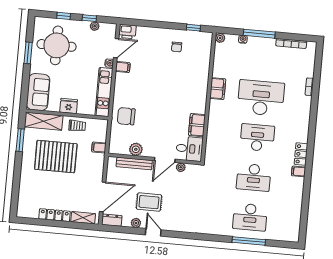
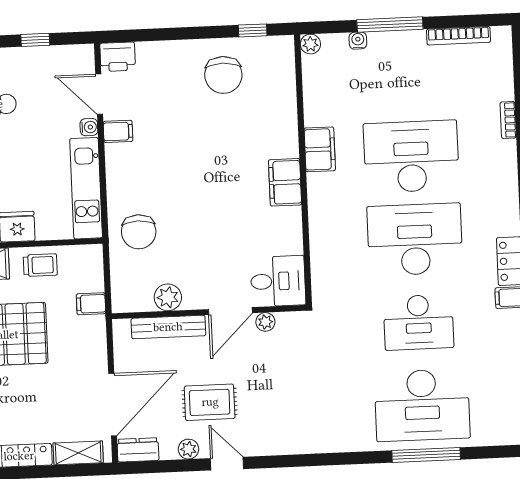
plant: (95, 26) -> (49, 55), removed
chair: (177, 47) -> (223, 75), width x1.87, depth x1.87
door: (116, 48) -> (99, 94), swing flipped
chair: (126, 116) -> (139, 232), turned -90
filing cabinet: (197, 125) -> (285, 182), moved
desk: (257, 138) -> (415, 239), width x1.36, depth x1.30
desk: (250, 217) -> (422, 405), width x1.36, depth x1.30

